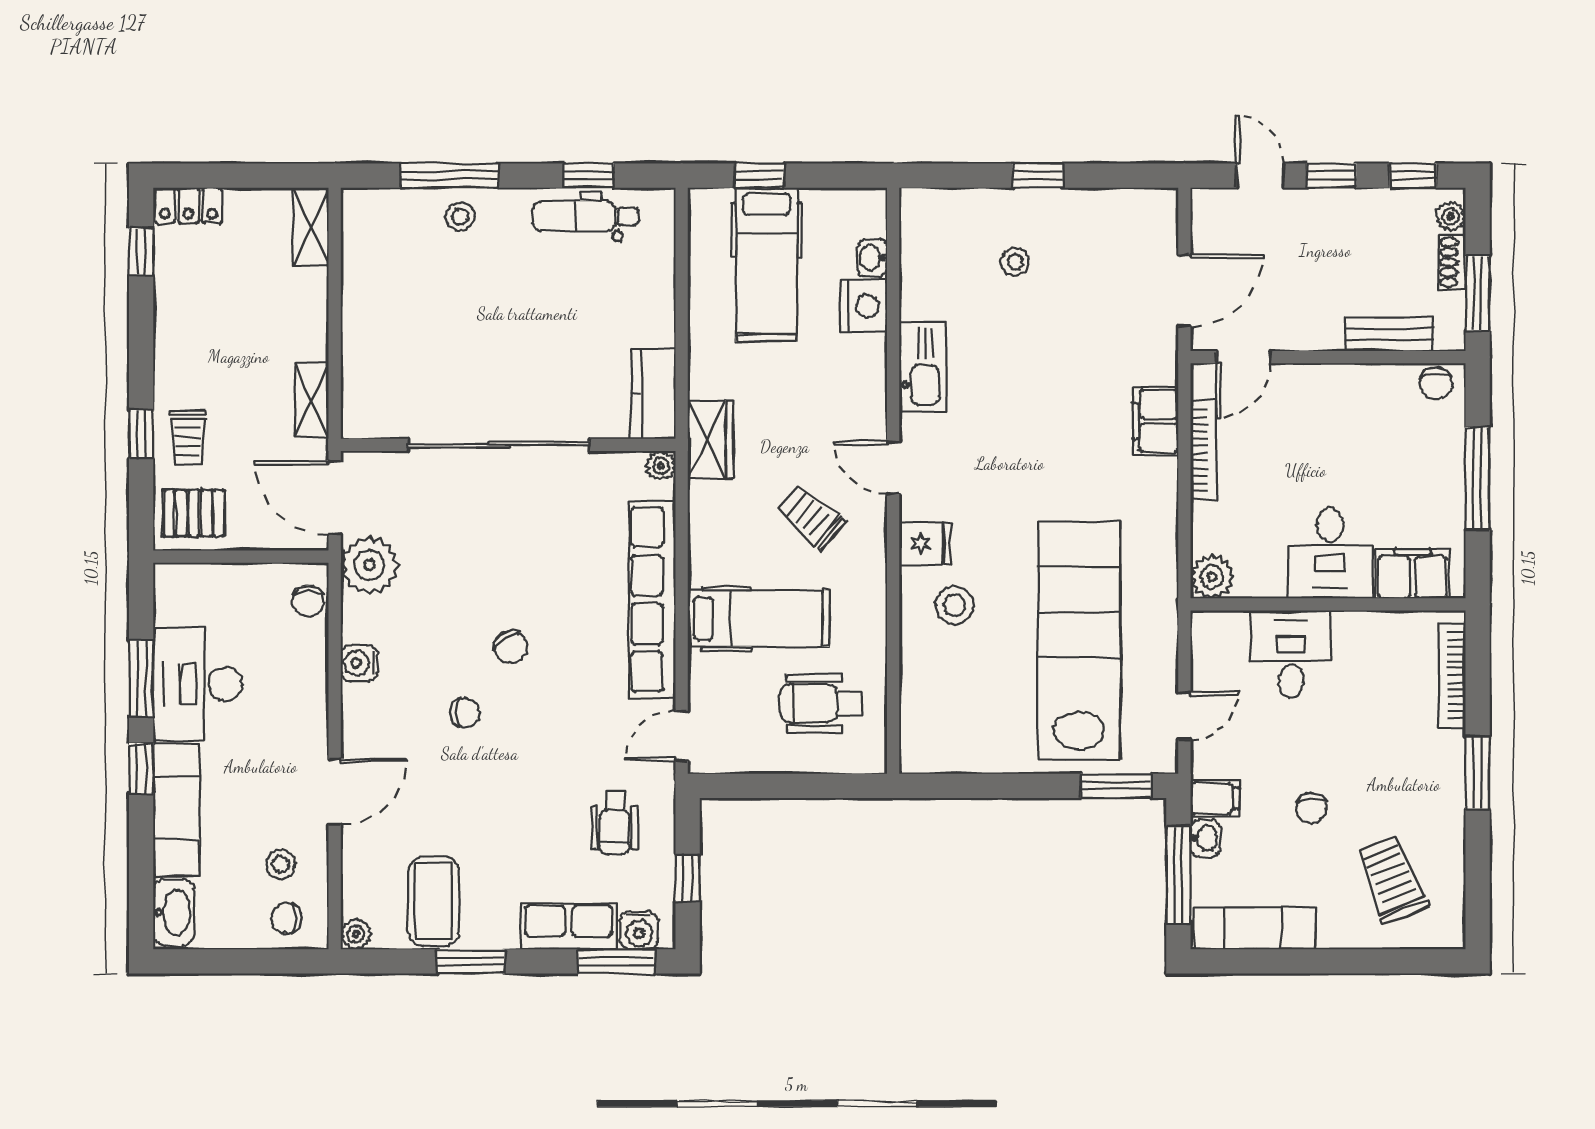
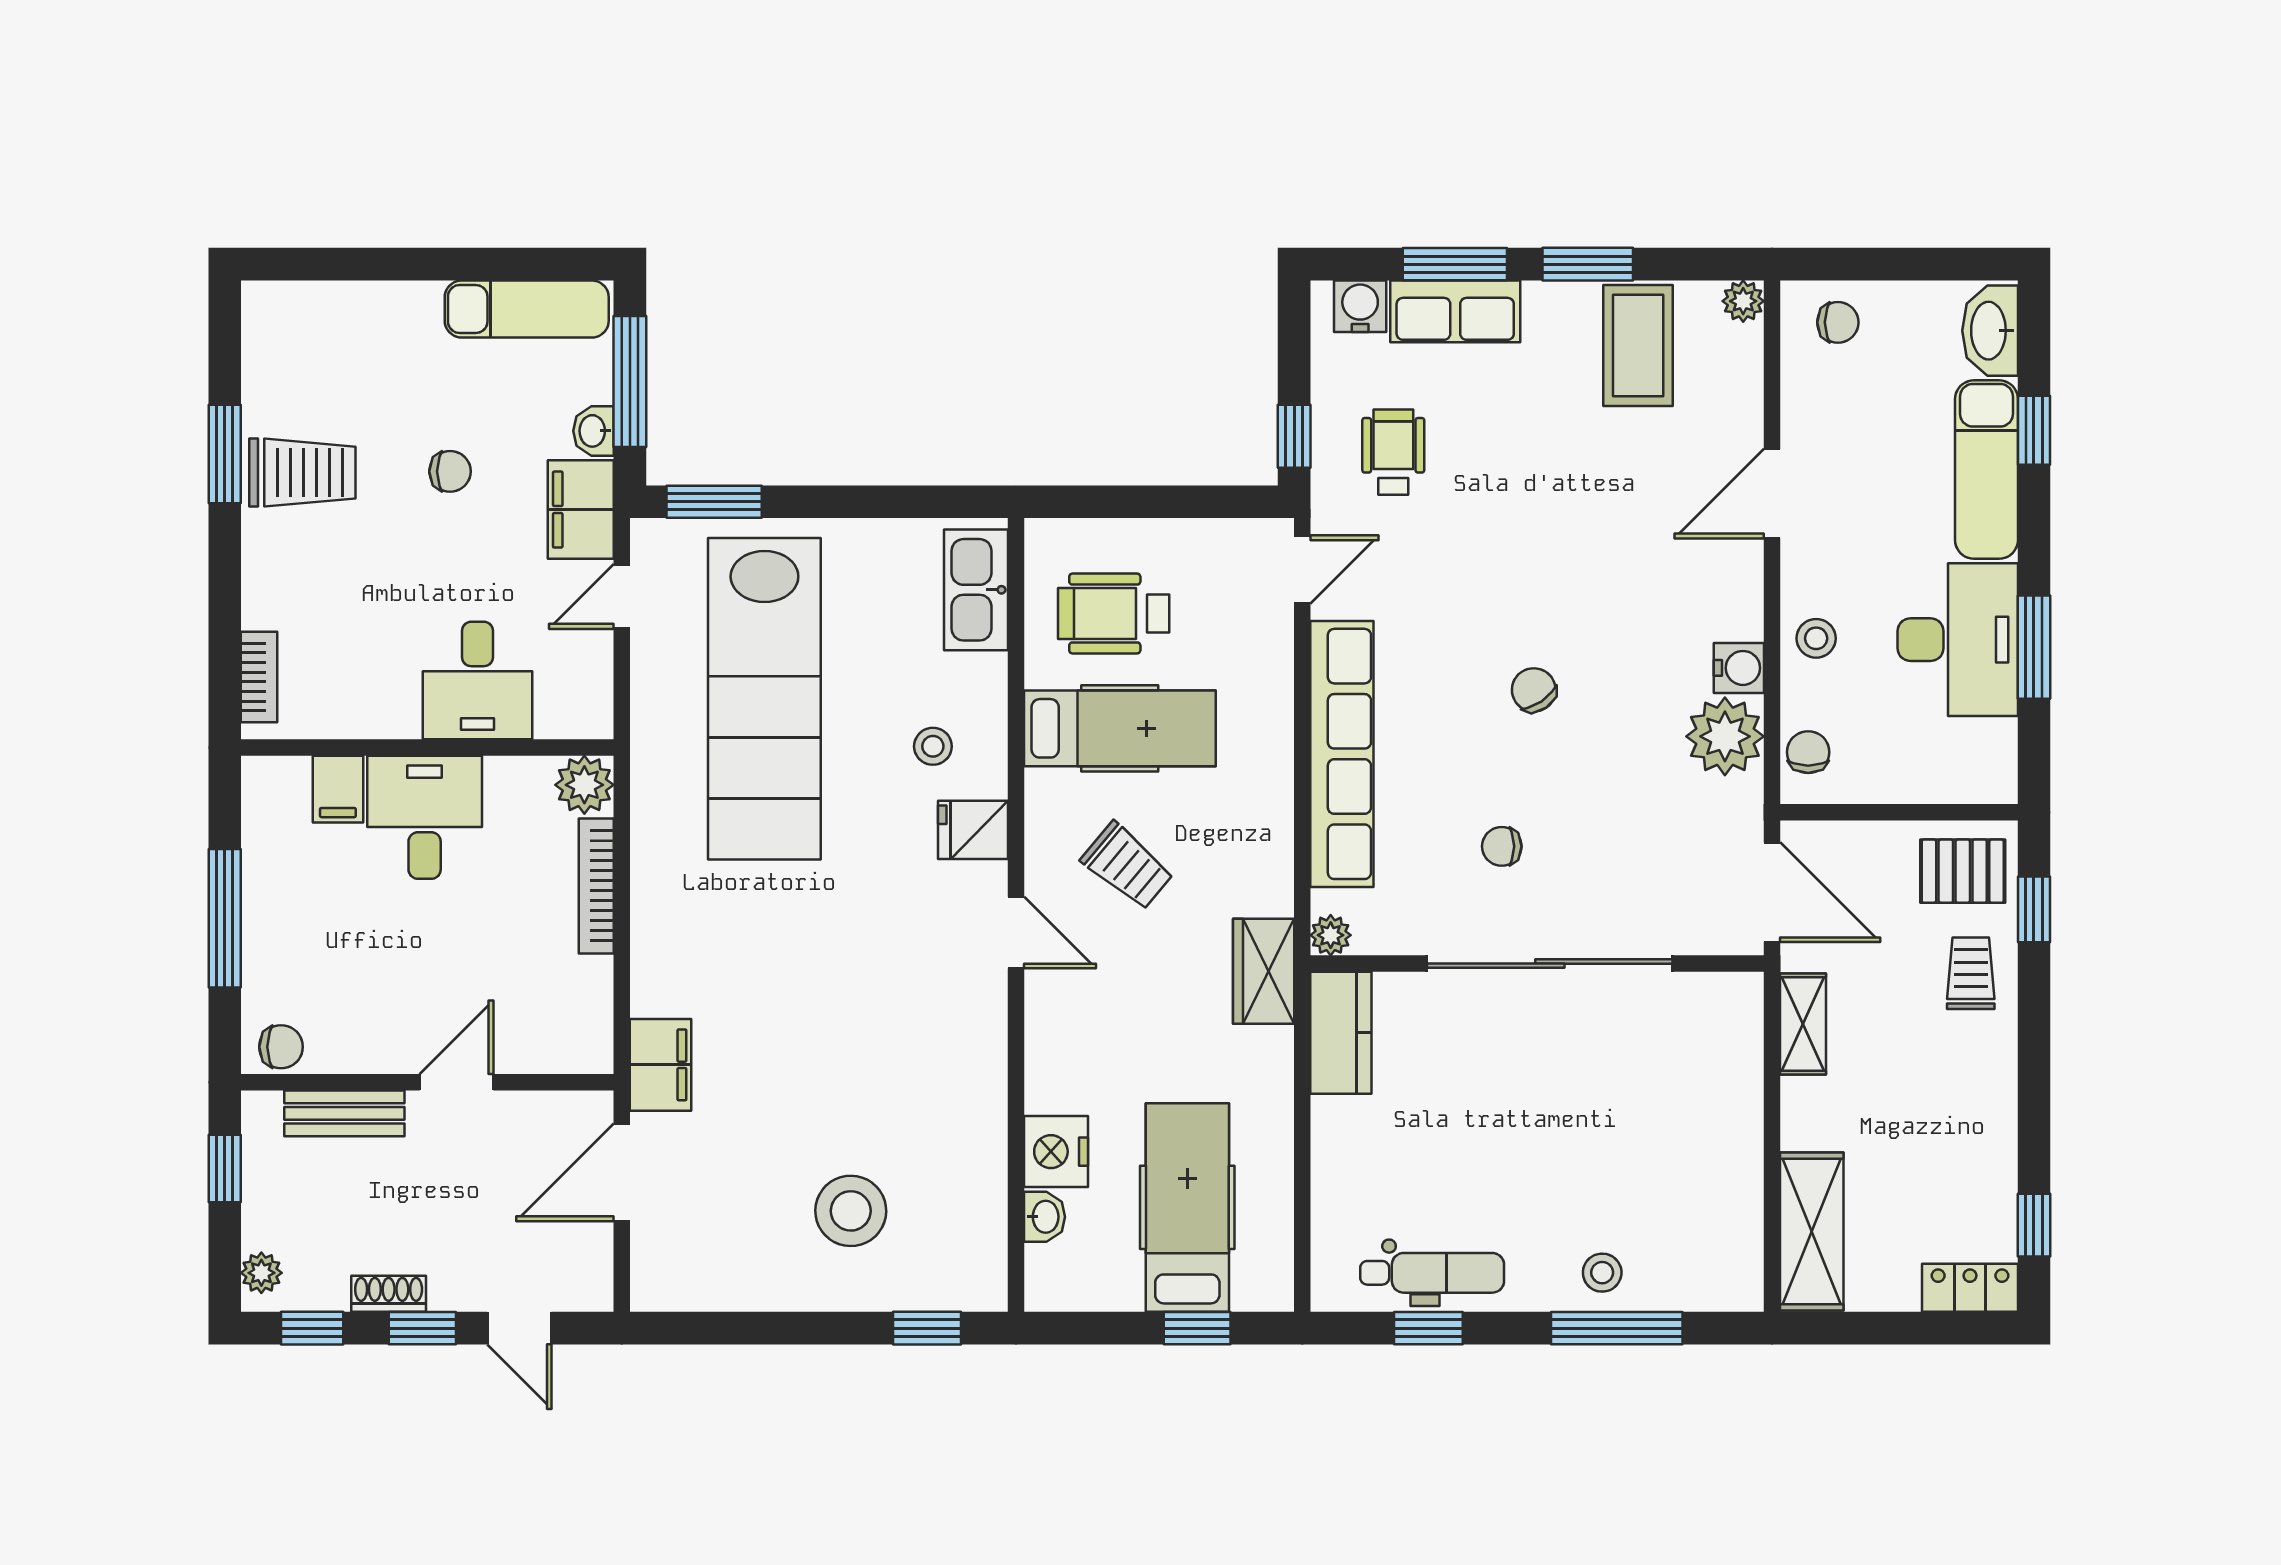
window: (1038, 176) -> (927, 1328), moved
shelving: (311, 227) -> (1812, 1232), width x1.50, depth x1.33
stool: (1015, 262) -> (851, 1211), width x1.89, depth x1.89
shoe rack: (1452, 262) -> (389, 1294), moved, turned -90
window: (1478, 293) -> (225, 1168), width x0.67
door: (1243, 357) -> (457, 1082), moved
kitchen sink: (923, 367) -> (976, 590), moved
chair: (1436, 383) -> (281, 1047), turned 90
filing cabinet: (1156, 421) -> (660, 1065), moved
window: (141, 434) -> (2034, 909), moved
bookcase: (1203, 450) -> (596, 886), moved
plant: (369, 565) -> (1725, 736), moved
filing cabinet: (1413, 574) -> (338, 789), width x0.50
stool: (954, 605) -> (933, 746), width x0.73, depth x0.73
hospital bed: (758, 618) -> (1120, 728), moved, turned 180
bookcase: (1452, 675) -> (259, 677), width x0.64
wheelchair: (821, 703) -> (1114, 614), turned 180
chair: (465, 712) -> (1502, 846), moved
window: (141, 768) -> (2034, 430), moved
window: (1478, 773) -> (225, 454), moved
filing cabinet: (1215, 798) -> (581, 510), width x2.00
chair: (1311, 808) -> (450, 471), turned 90
stool: (281, 864) -> (1816, 638), moved
window: (688, 878) -> (1294, 436), moved
trolley: (1392, 879) -> (302, 473), moved, turned -68
window: (616, 961) -> (1455, 264), moved

